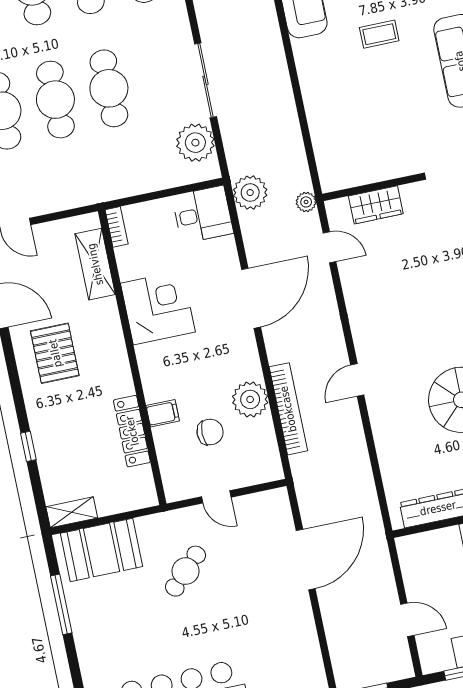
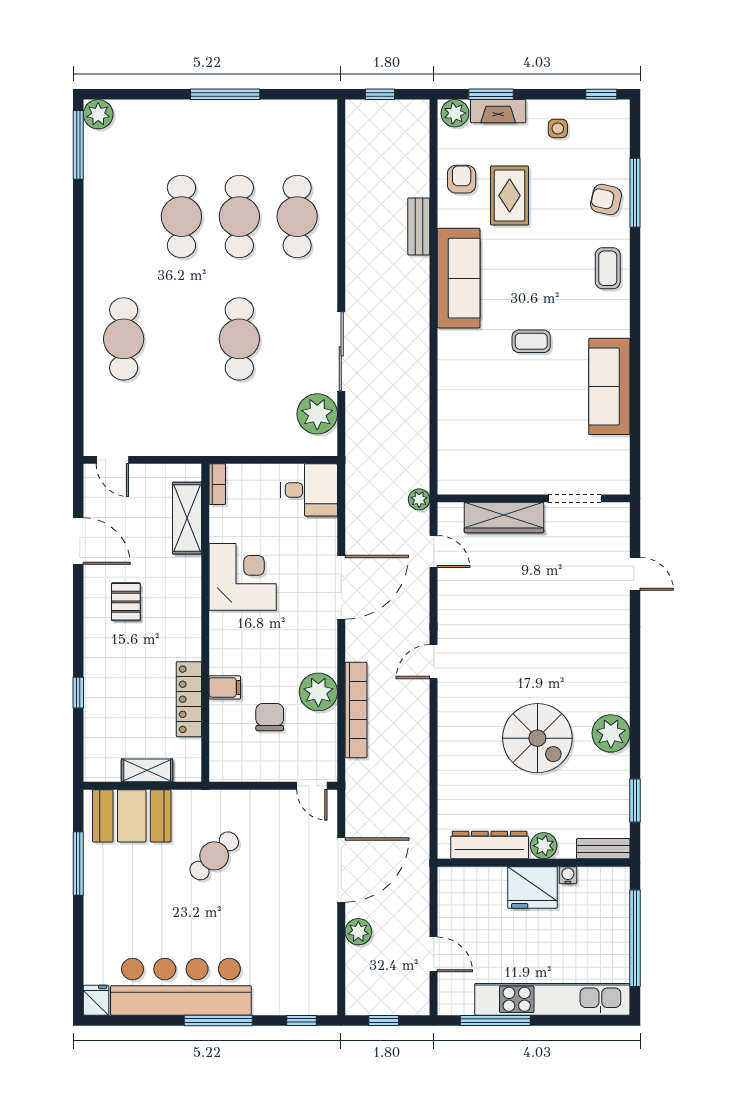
cafe table: (55, 100) -> (181, 339), removed
plant: (250, 193) -> (358, 932), moved, width x0.73, depth x0.73
wardrobe: (376, 205) -> (504, 518), width x1.50
pallet: (55, 353) -> (126, 602), width x0.67, depth x0.71
door: (357, 380) -> (434, 662), moved
chair: (210, 432) -> (270, 717), turned -90
door: (216, 497) -> (312, 786), moved
shelving: (72, 512) -> (147, 770), moved

